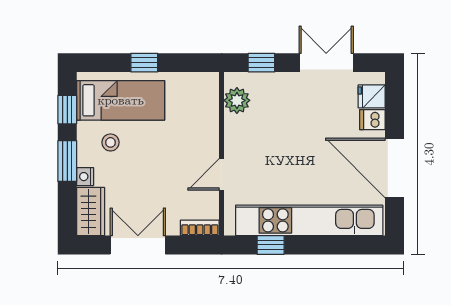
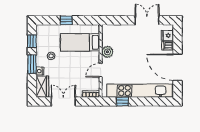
window: (261, 63) -> (118, 20), removed
bed: (121, 100) -> (80, 42), moved, turned 180
plant: (237, 100) -> (107, 52), moved

